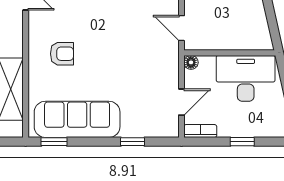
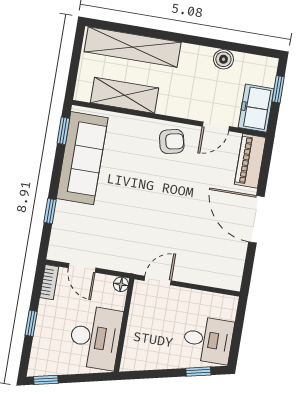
armchair: (62, 54) -> (172, 141), moved, turned -102

